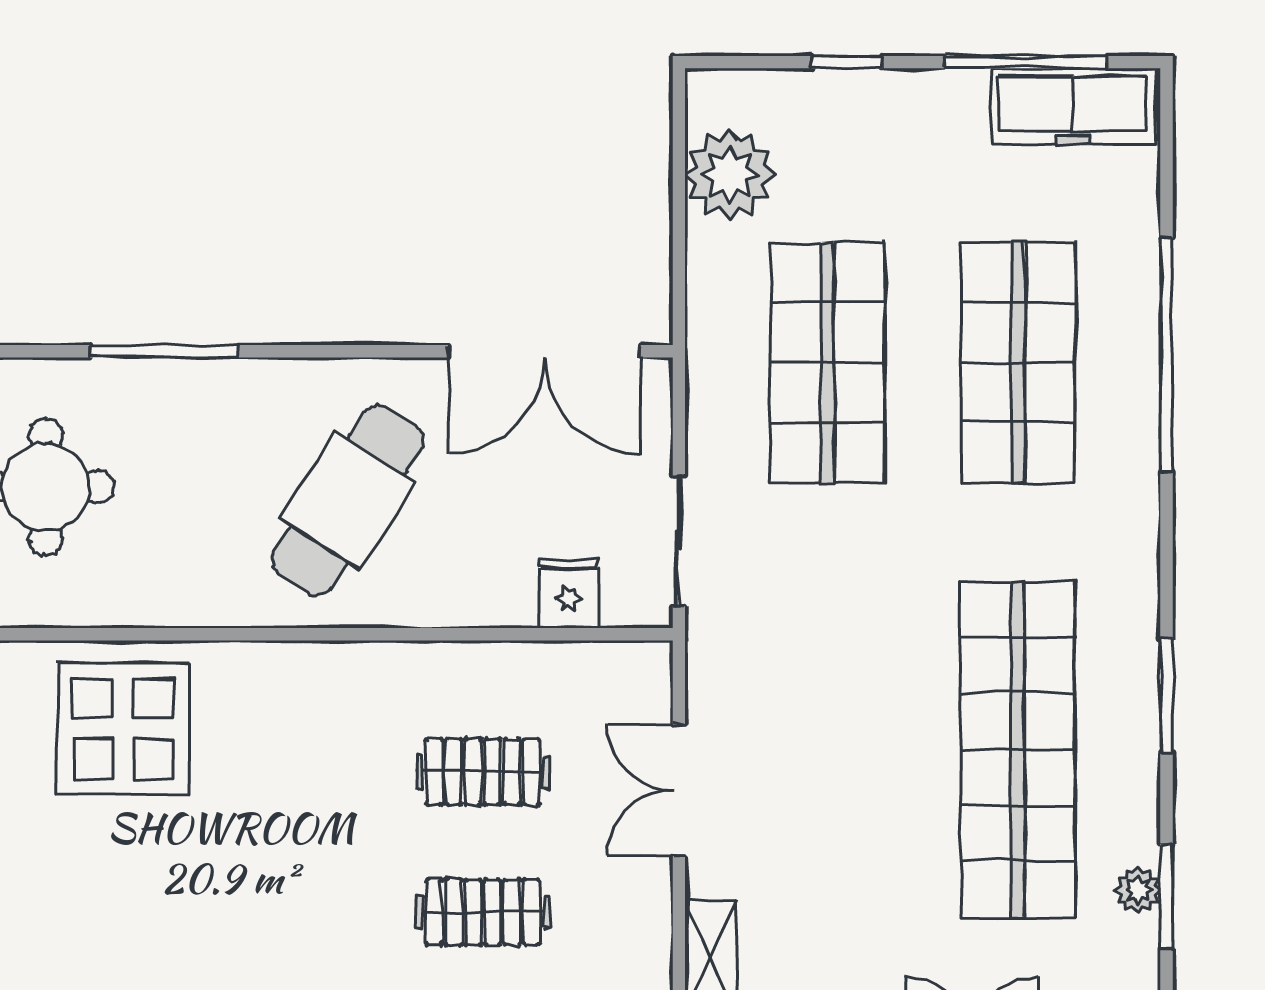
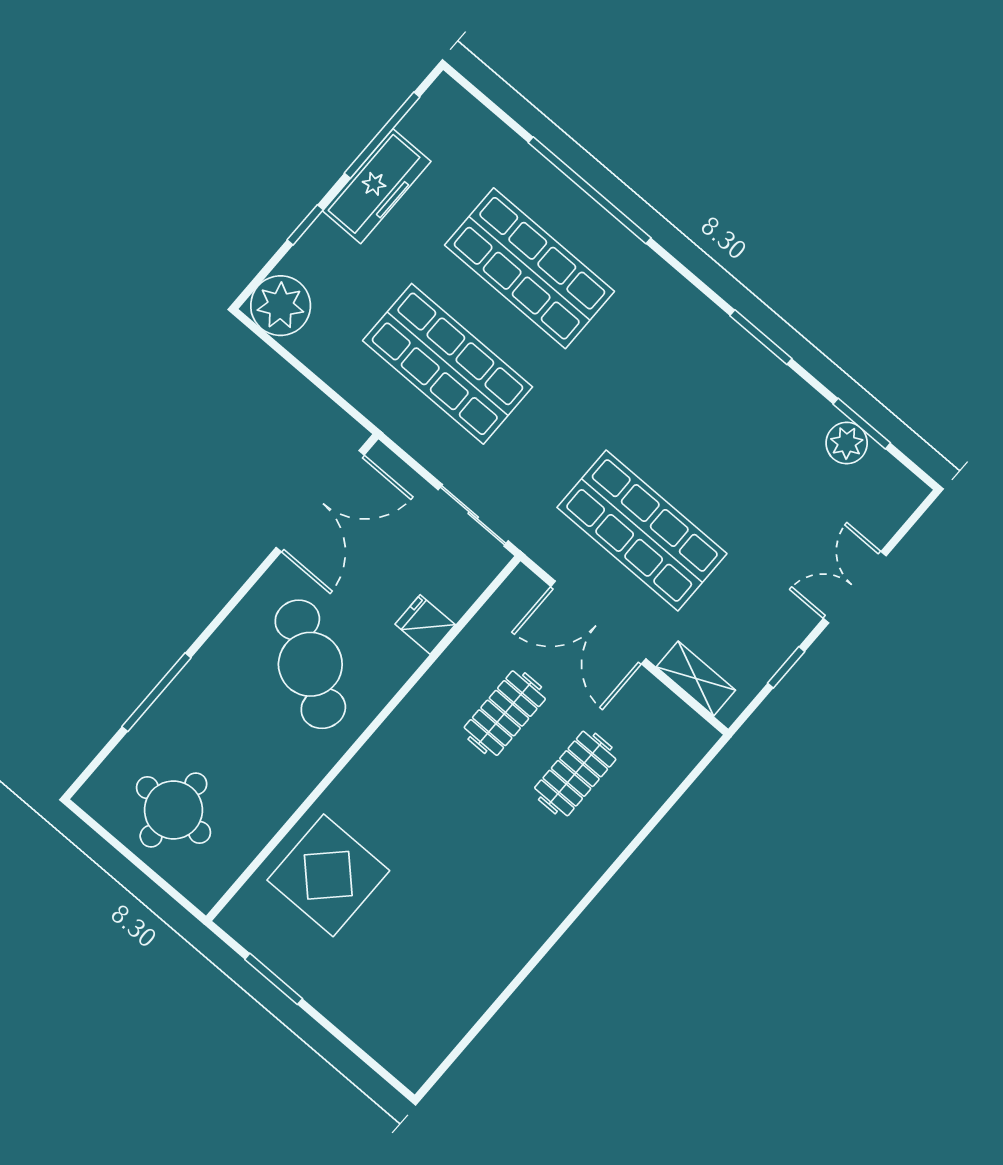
freezer: (1073, 106) -> (377, 186), moved
plant: (730, 175) -> (281, 306), moved
fridge: (569, 593) -> (425, 624), moved
shop shelf: (1018, 750) -> (642, 530), moved, width x0.71
double door: (679, 790) -> (598, 623), width x1.37
plant: (1138, 890) -> (847, 443), width x1.38, depth x1.38

